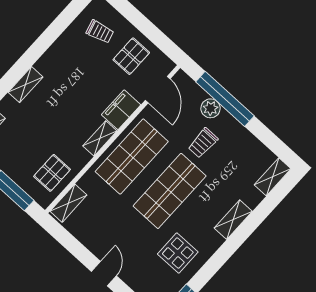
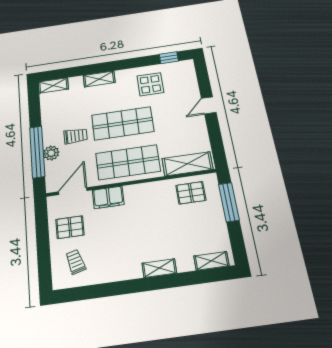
shelving: (100, 138) -> (139, 190), removed
shelving: (68, 203) -> (187, 164), width x1.50, depth x1.33

